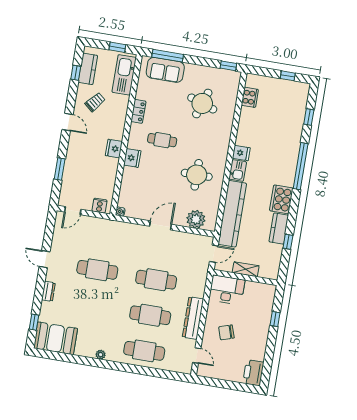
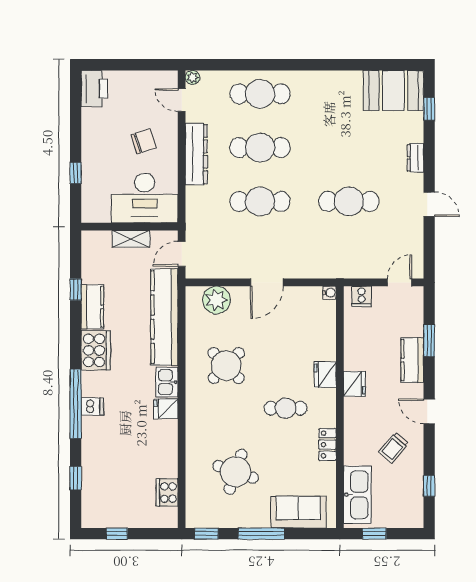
window: (168, 56) -> (262, 534), moved
kitchen counter: (88, 69) -> (412, 360), moved
dishwasher: (290, 163) -> (92, 407), added
round table: (197, 175) -> (226, 366), turned 45
desk: (227, 290) -> (145, 198), width x1.36, depth x1.30
plant: (101, 355) -> (193, 78), moved

